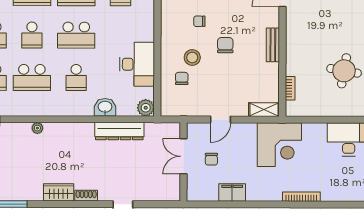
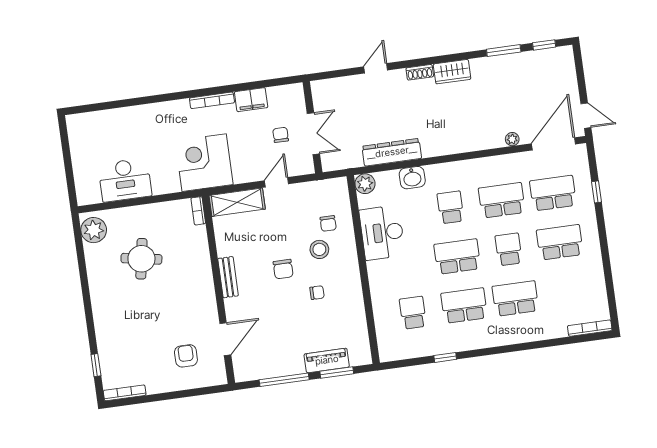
bookcase: (290, 88) -> (198, 211), moved
shelving: (264, 110) -> (237, 202), width x1.50, depth x1.33
plant: (37, 128) -> (512, 139), moved
bookcase: (301, 197) -> (212, 100), moved

